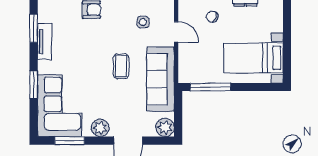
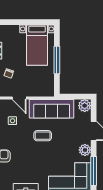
door: (176, 32) -> (19, 98), swing flipped
window: (210, 87) -> (57, 60), moved
window: (70, 141) -> (94, 171), width x1.44

